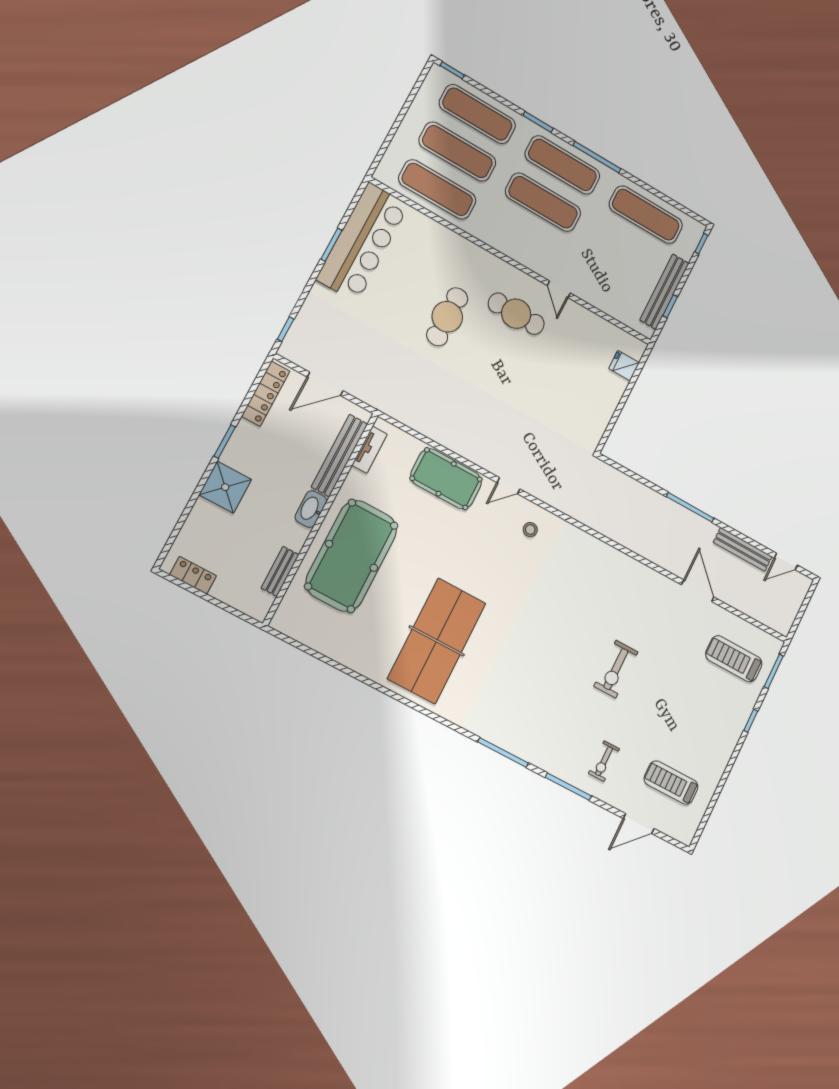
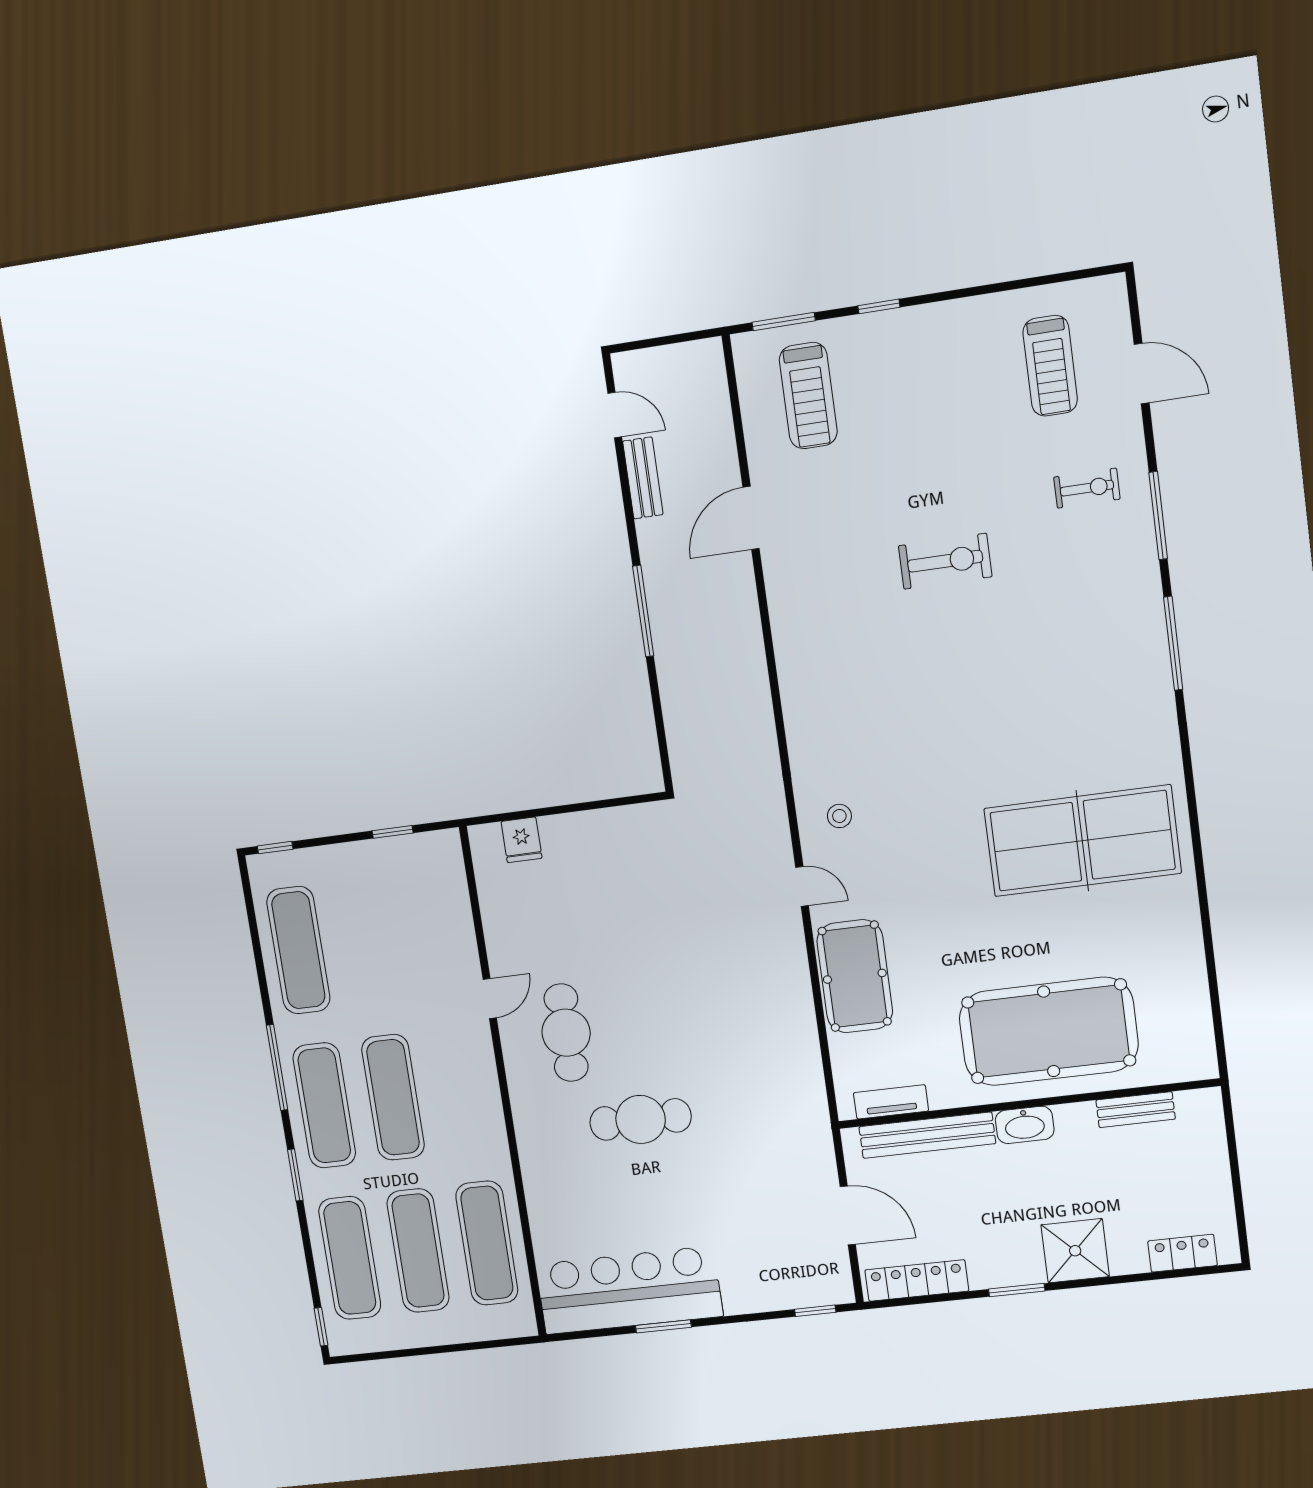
bench: (664, 292) -> (379, 854), removed
bench: (743, 549) -> (643, 478), width x0.73
locker: (193, 575) -> (1182, 1253), moved, turned 90

